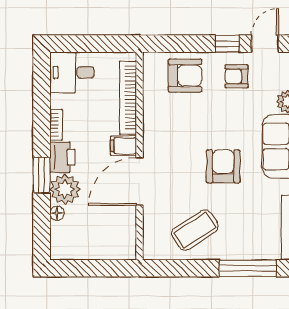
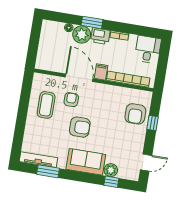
window: (227, 44) -> (153, 123), moved
door: (265, 44) -> (146, 163), hinge flipped
armchair: (237, 76) -> (71, 100), moved
coffee table: (195, 230) -> (46, 105), turned 33
window: (248, 268) -> (19, 131), removed

